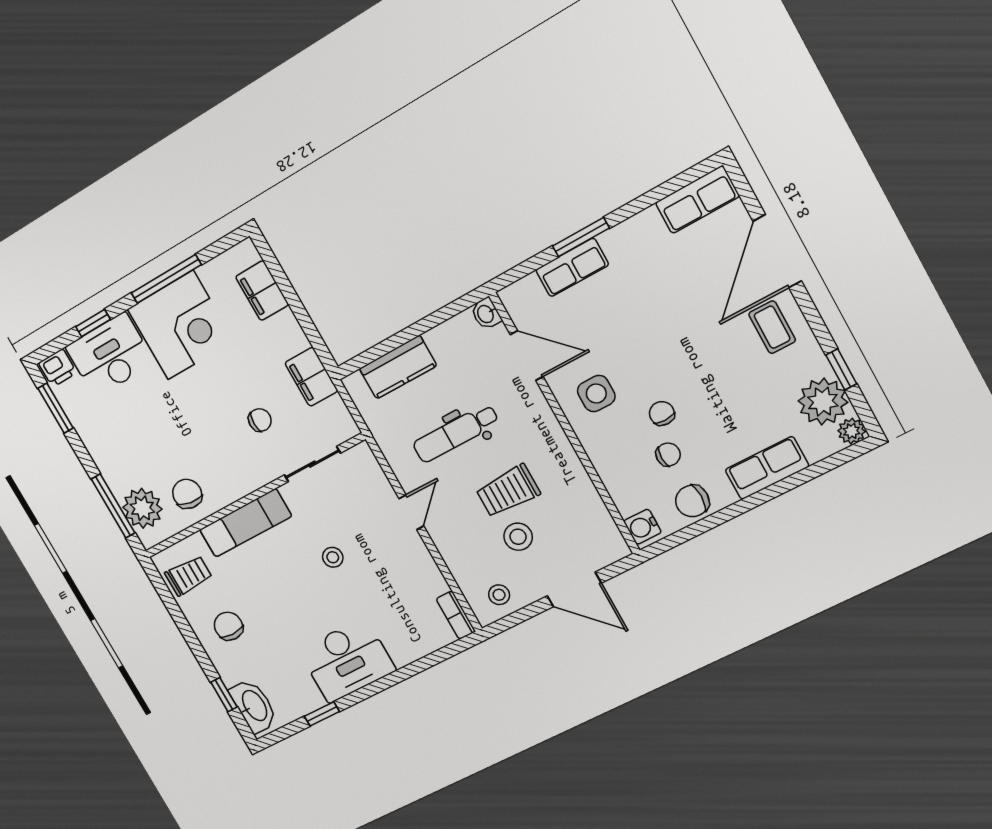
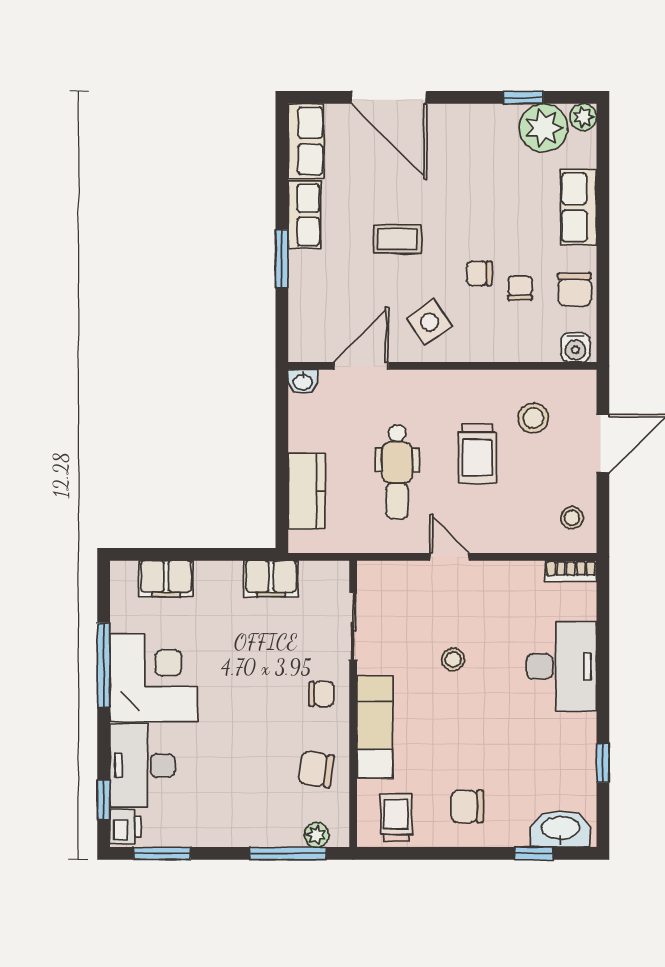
row of seats: (572, 267) -> (304, 215), moved
window: (93, 323) -> (104, 800), moved
coffee table: (772, 327) -> (397, 239), moved
side table: (596, 394) -> (430, 322), turned -34
chair: (260, 420) -> (322, 694), moved, turned 90
plant: (142, 508) -> (317, 835), width x0.53, depth x0.53
stool: (518, 537) -> (533, 418), moved
desk: (347, 660) -> (561, 666), moved

